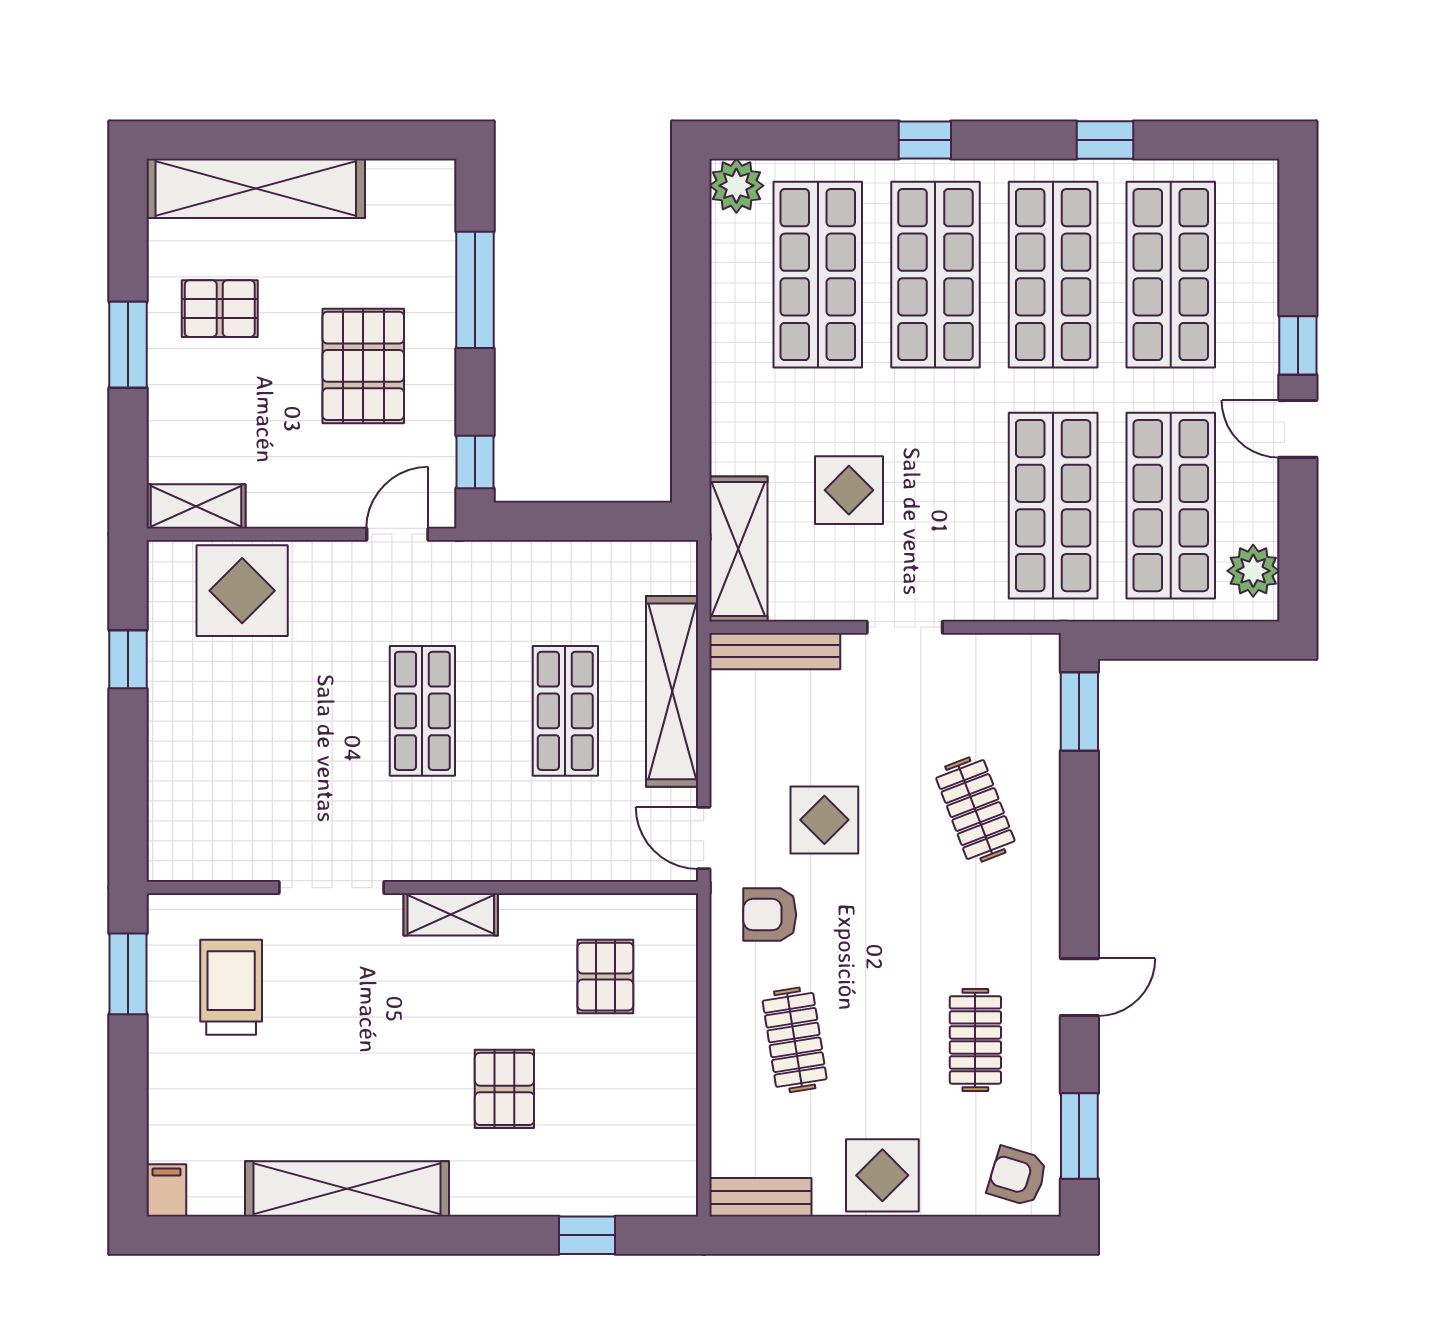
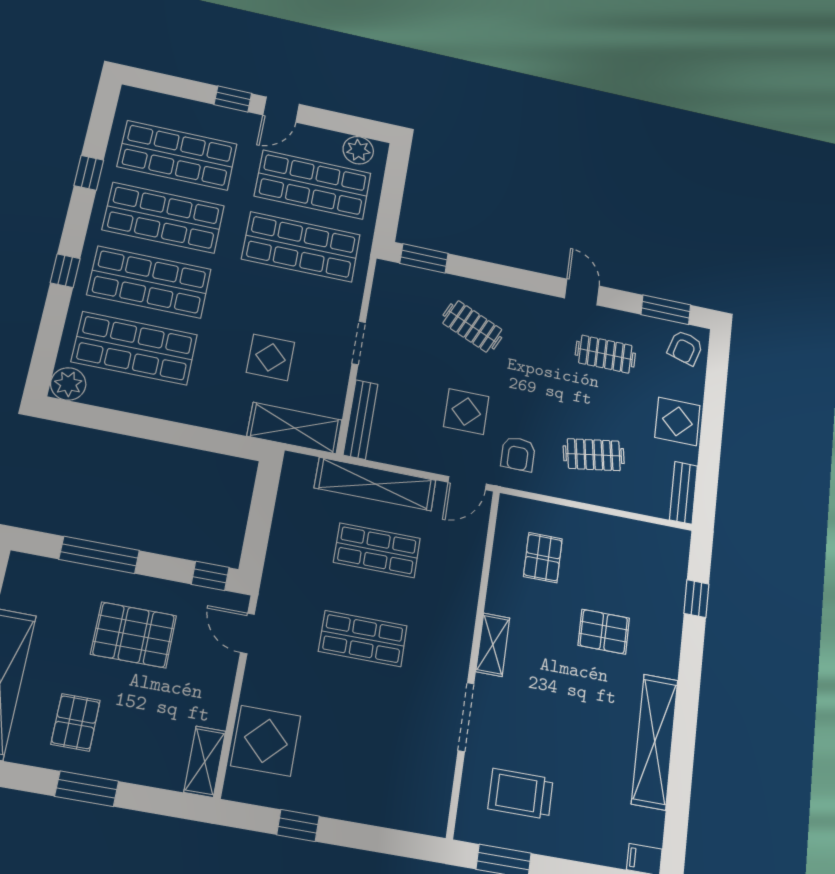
clothes rail: (975, 810) -> (472, 326), turned 45
pallet: (605, 977) -> (543, 558), turned 90

